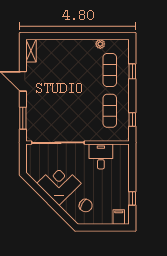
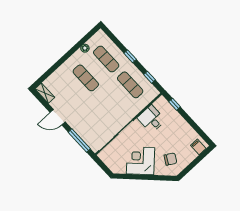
exercise mat: (78, 70) -> (86, 78), added
window: (132, 71) -> (130, 56), moved
window: (23, 118) -> (79, 141), width x1.44
window: (132, 198) -> (175, 104), moved

